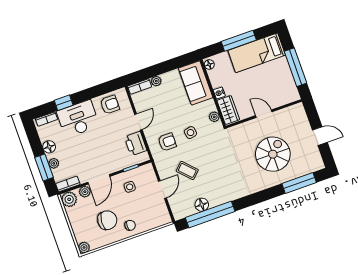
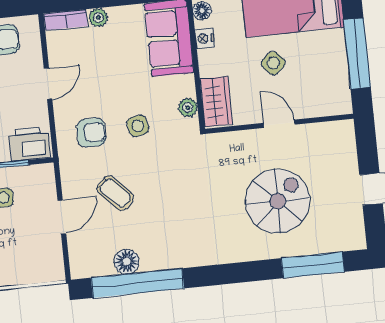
side table: (253, 83) -> (273, 63), added
nightstand: (219, 93) -> (205, 38), moved
printer: (136, 144) -> (29, 144), moved, turned 90

